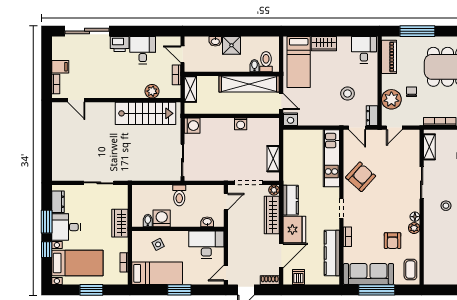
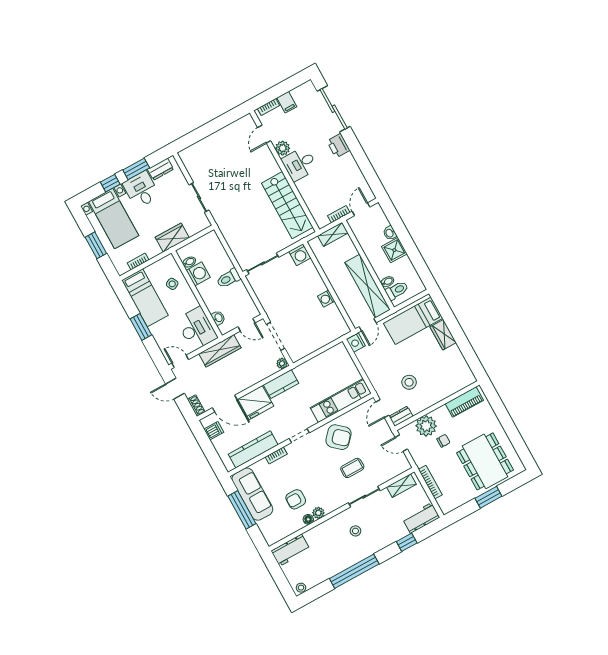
window: (417, 31) -> (503, 415), removed
desk: (143, 50) -> (300, 164), moved, turned 180
desk: (364, 50) -> (458, 375), removed
plant: (152, 91) -> (283, 148), moved
shelving: (273, 159) -> (311, 347), removed
wardrobe: (272, 215) -> (220, 351), moved, turned 180
floor lamp: (415, 217) -> (308, 519), moved
workbench: (432, 268) -> (291, 550), added
coffee table: (410, 270) -> (352, 468), moved

